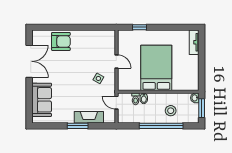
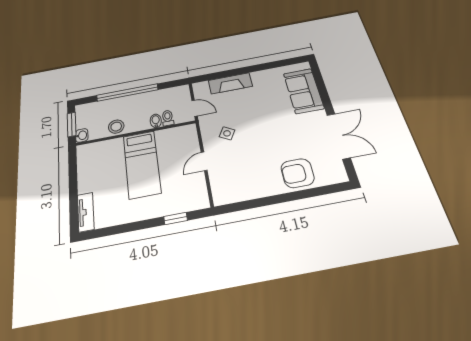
double door: (29, 61) -> (338, 136), swing flipped
door: (116, 61) -> (204, 161), hinge flipped
bed: (156, 68) -> (142, 164), width x0.67
stool: (171, 111) -> (116, 127), moved
window: (78, 126) -> (244, 70), removed

